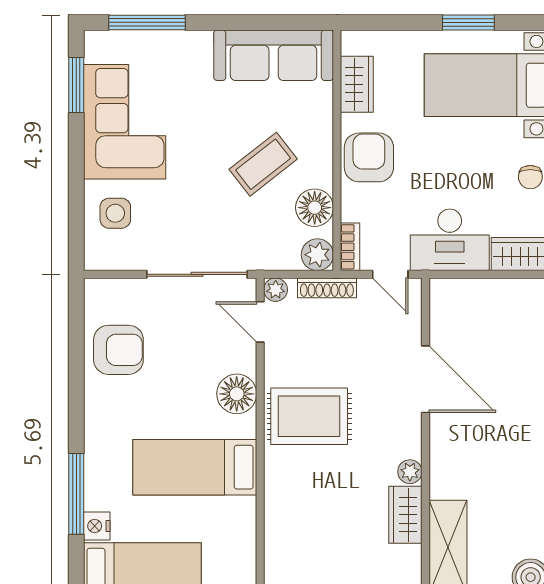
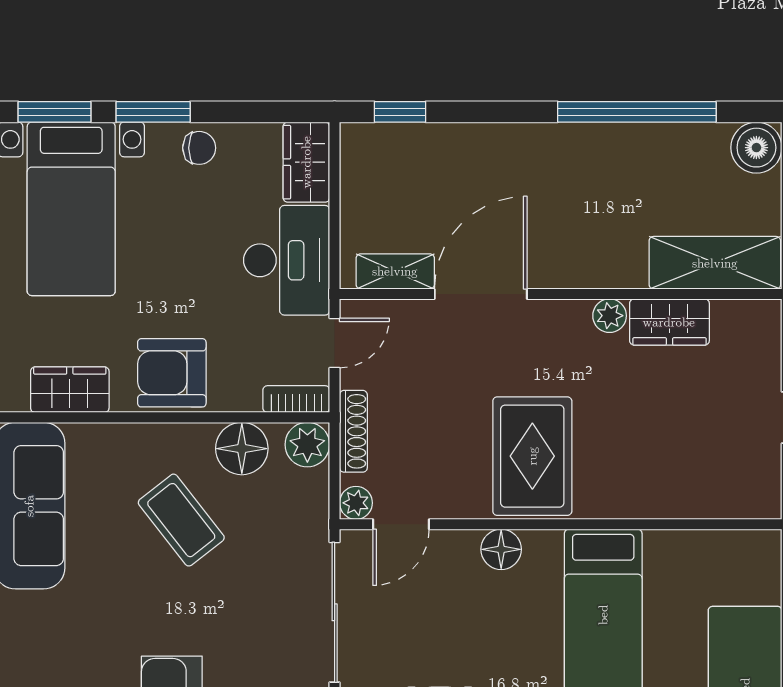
shelving: (442, 318) -> (395, 271), added
floor lamp: (237, 394) -> (501, 549), width x0.73, depth x0.73

